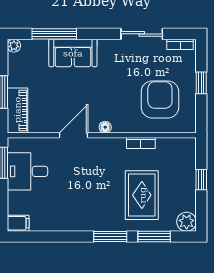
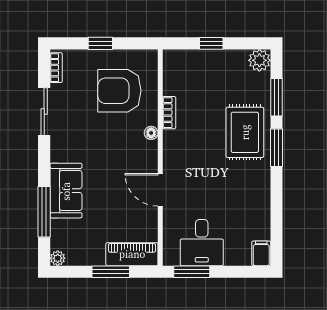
floor lamp: (105, 127) -> (151, 133), moved
rug: (142, 195) -> (245, 132), moved, turned 90

